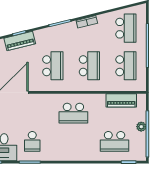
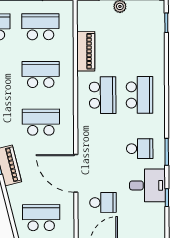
piano: (121, 100) -> (86, 51), moved
school desk: (115, 141) -> (139, 95), moved

